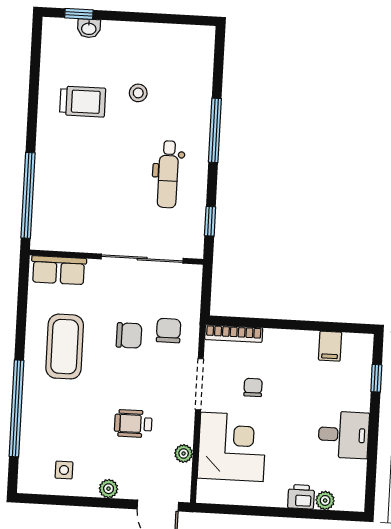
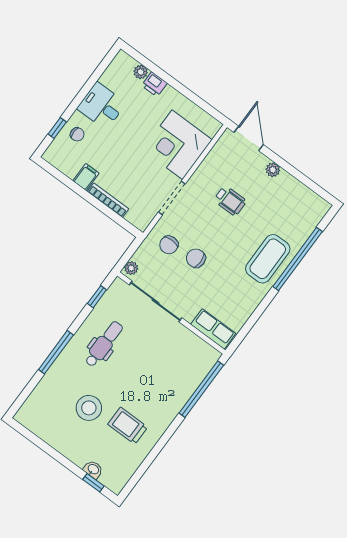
stool: (138, 93) -> (89, 408), width x1.89, depth x1.89
bookcase: (234, 334) -> (108, 200), moved
filing cabinet: (330, 346) -> (86, 177), moved
coffee table: (65, 347) -> (268, 259), moved
chair: (253, 387) -> (77, 134), moved, turned -90
plant: (184, 453) -> (131, 268), moved
side table: (64, 470) -> (293, 200), removed

